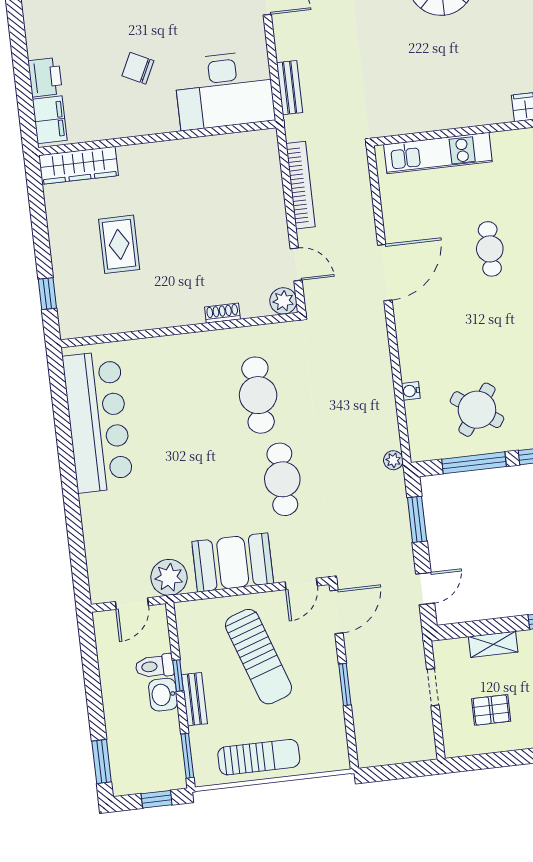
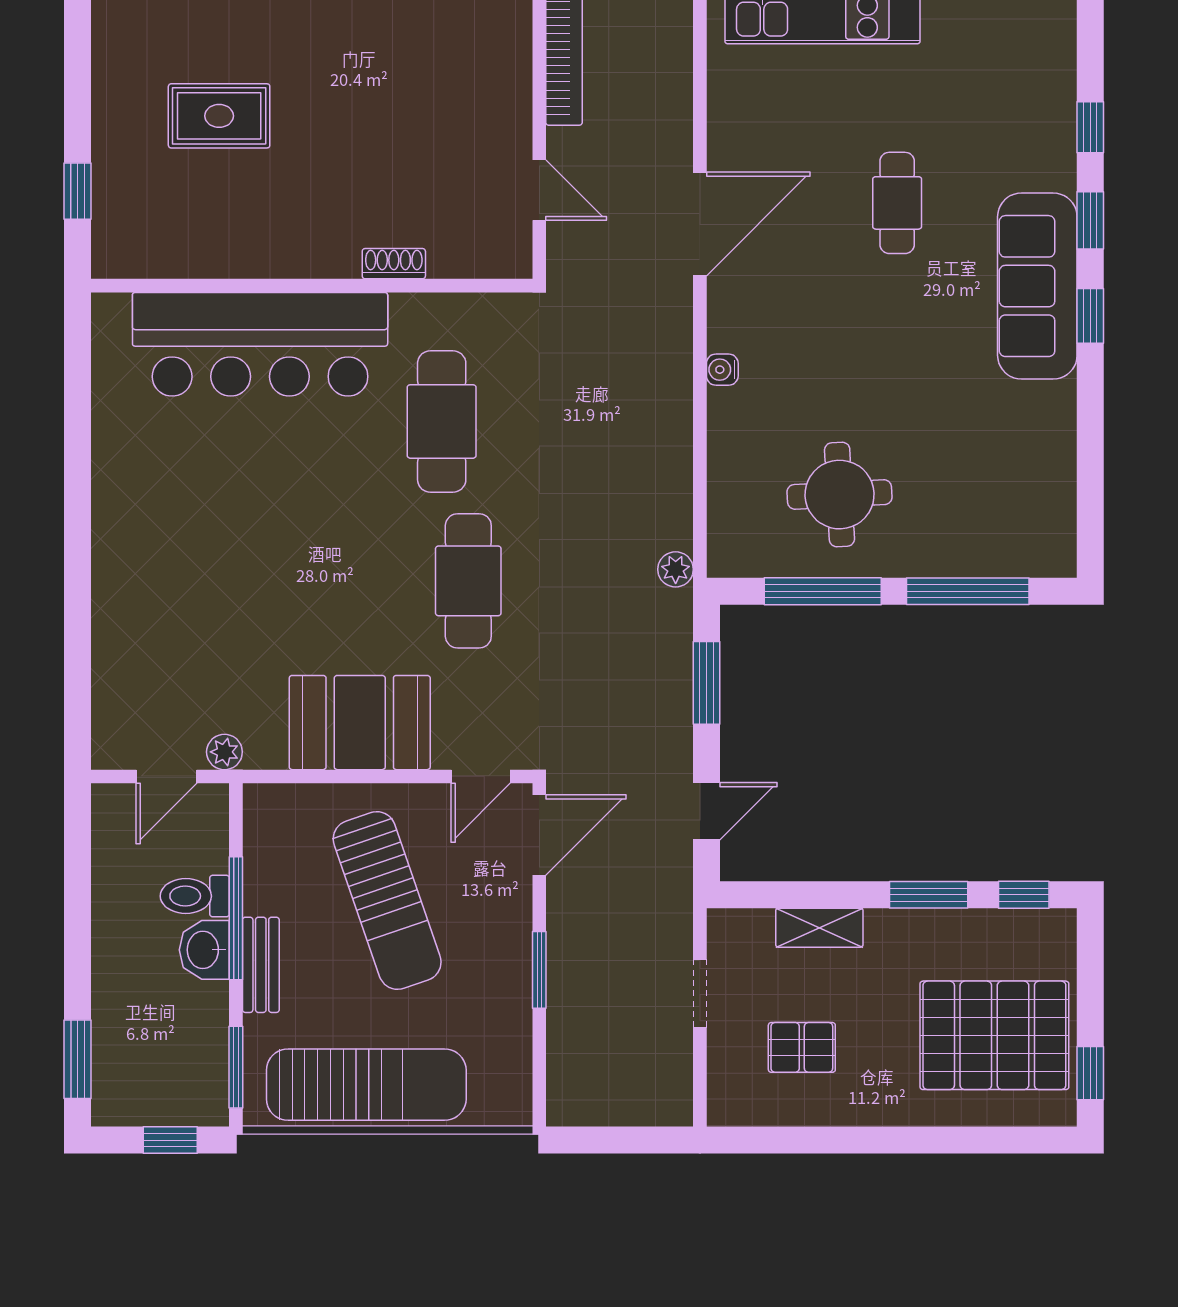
rug: (119, 244) -> (219, 116), turned 90
plant: (283, 301) -> (508, 254), removed
water cooler: (411, 391) -> (722, 370), moved
round table: (477, 410) -> (840, 495), turned -38
bar counter: (98, 422) -> (260, 344), moved, turned 90
plant: (169, 577) -> (224, 752), width x0.53, depth x0.53
window: (178, 676) -> (236, 918), width x2.17
sun lounger: (259, 757) -> (366, 1085), width x1.36, depth x1.34

